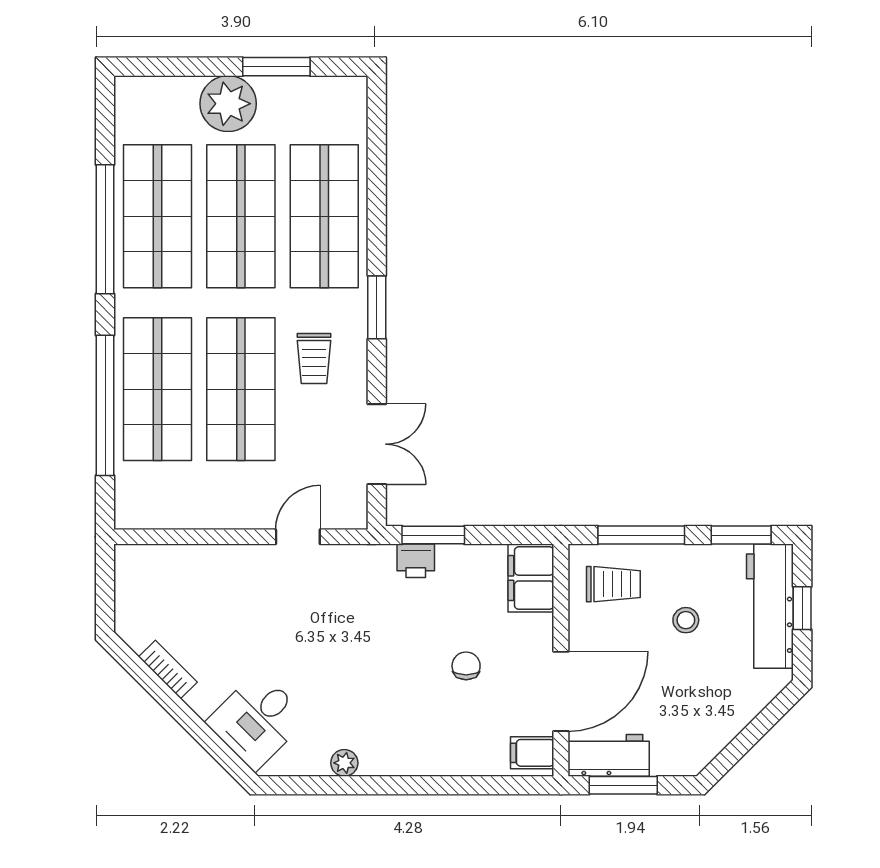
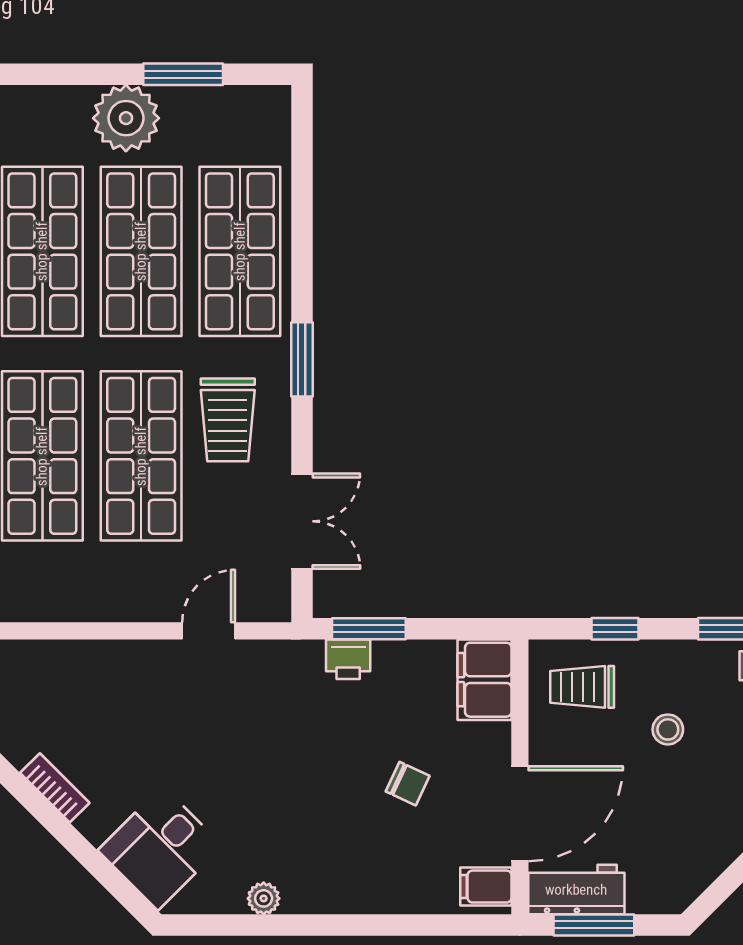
trolley: (314, 359) -> (228, 420), width x1.36, depth x1.39
window: (641, 535) -> (615, 629), width x0.46
trolley: (613, 584) -> (582, 687), turned 180
chair: (466, 666) -> (408, 784), turned 115

